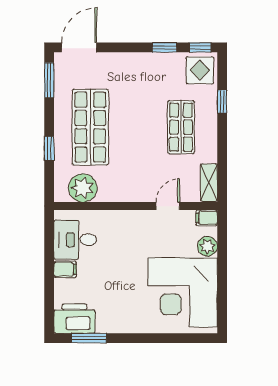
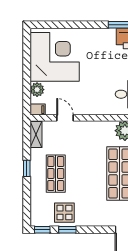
display table: (200, 70) -> (64, 213), moved
window: (222, 102) -> (27, 168), moved
door: (168, 206) -> (65, 118), swing flipped

